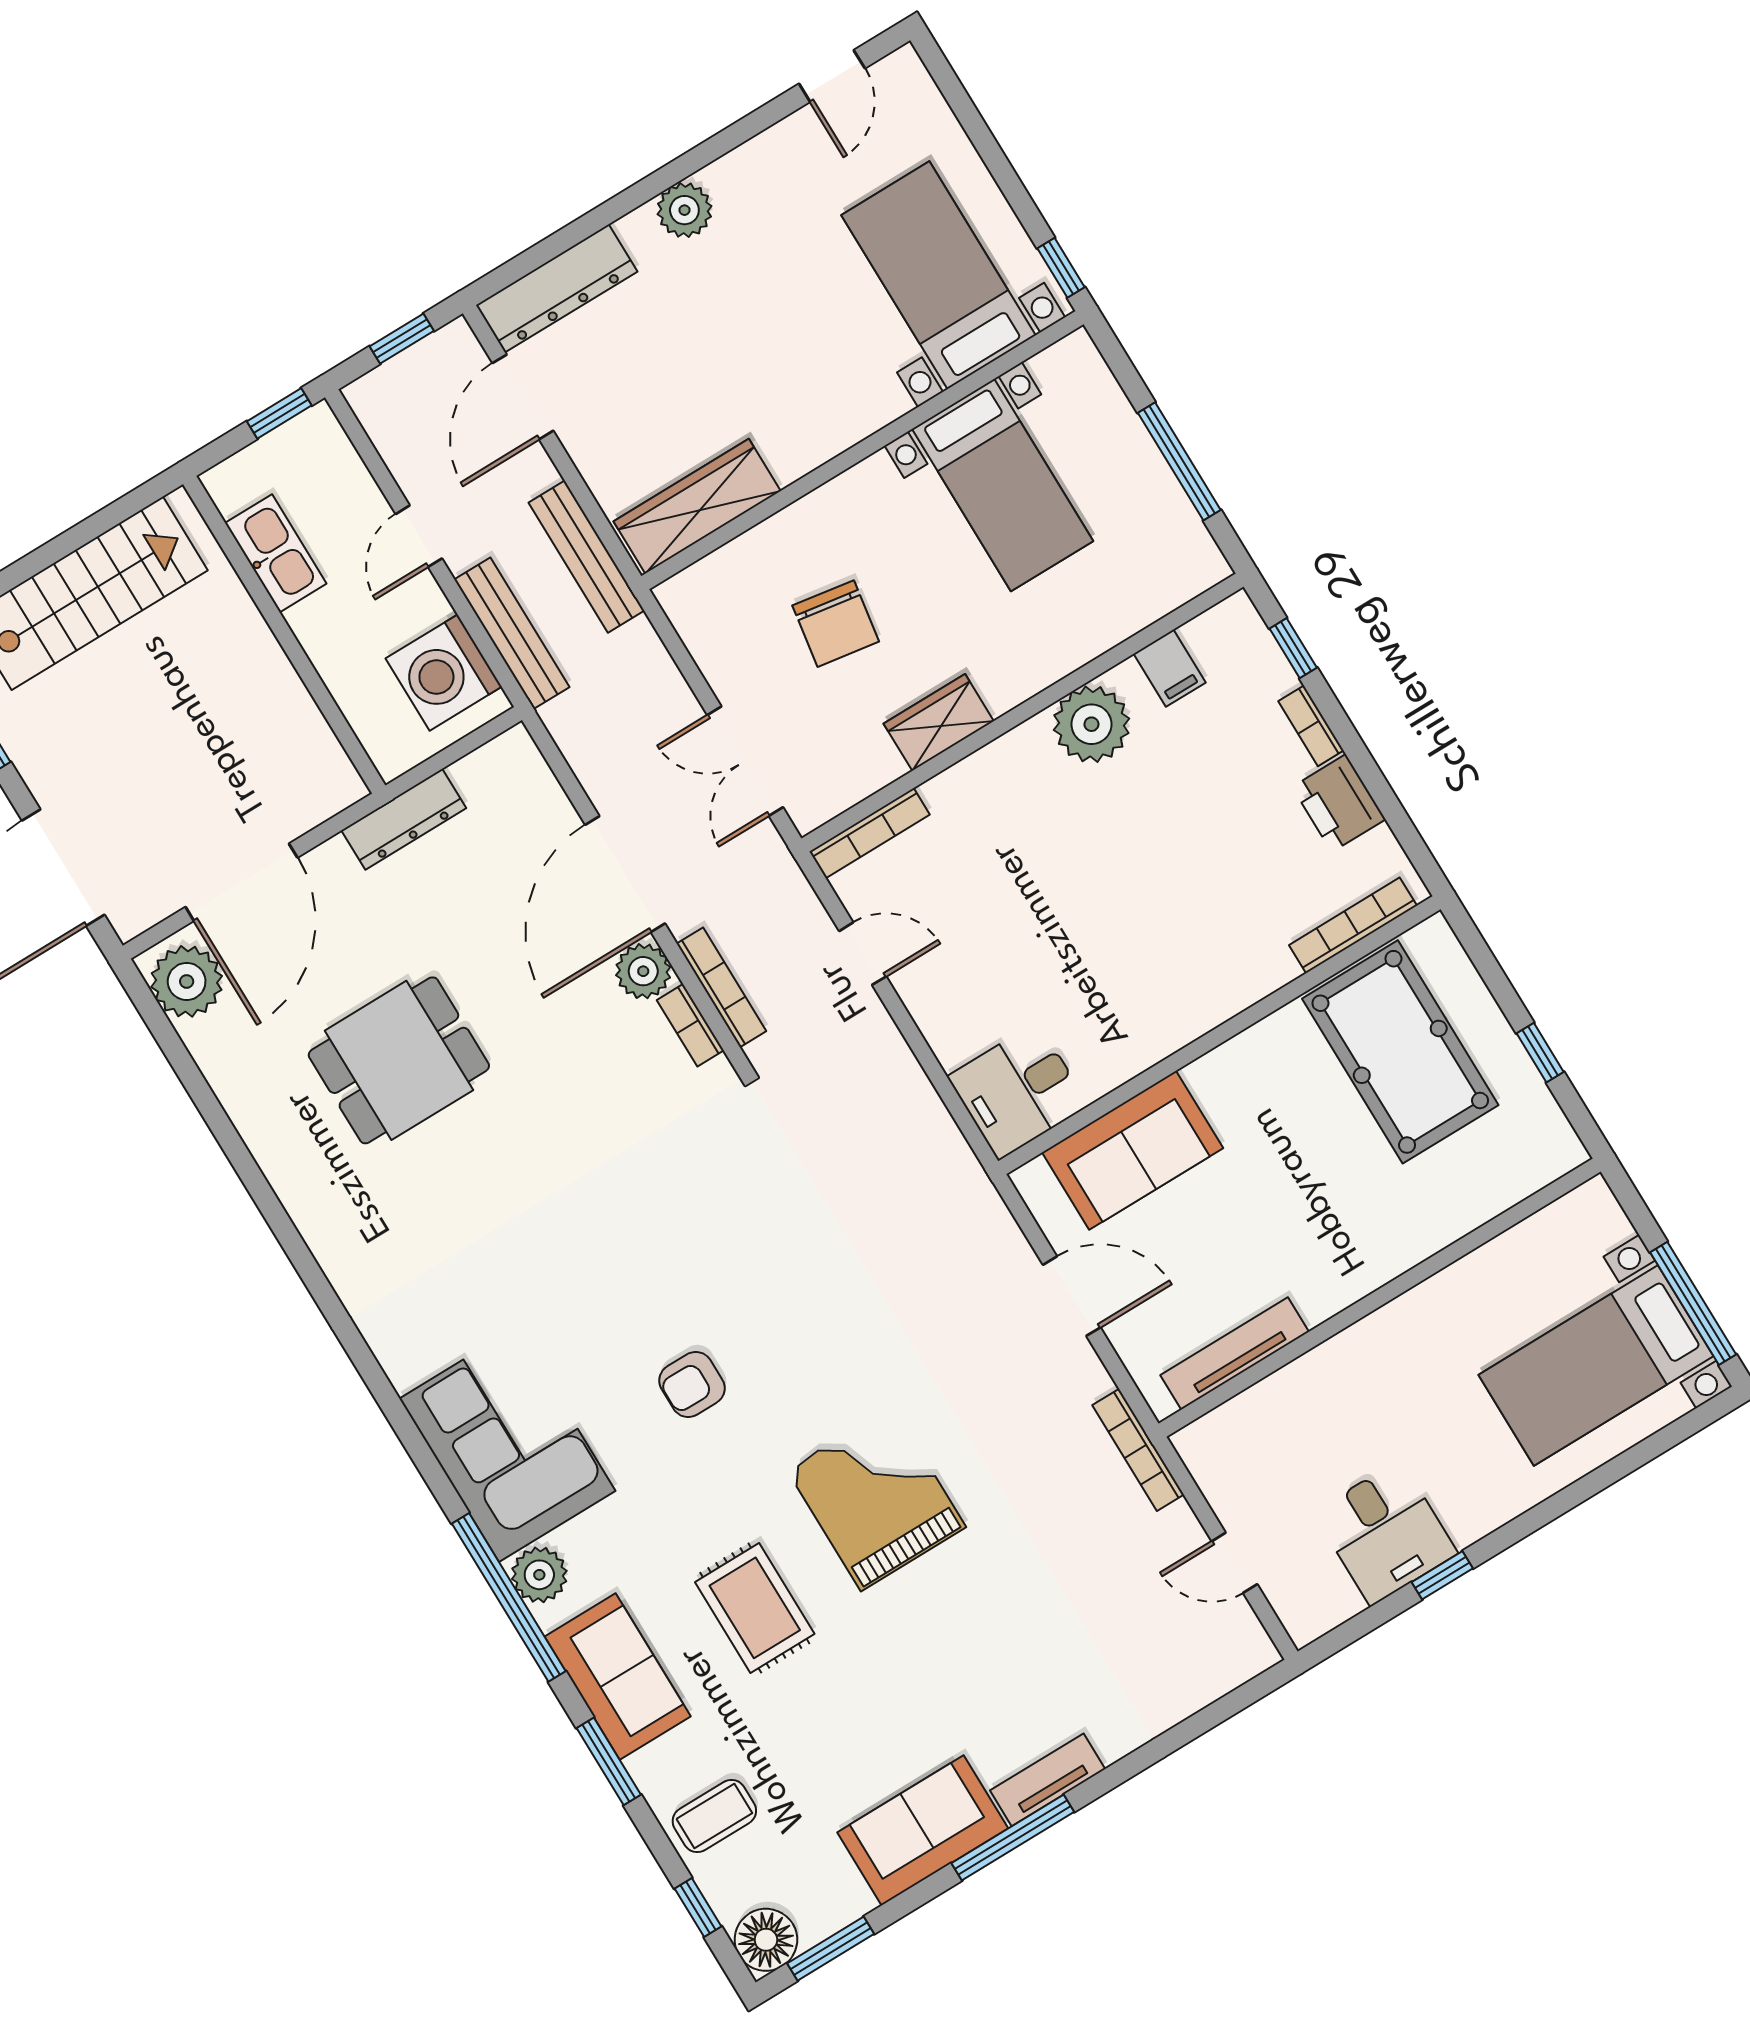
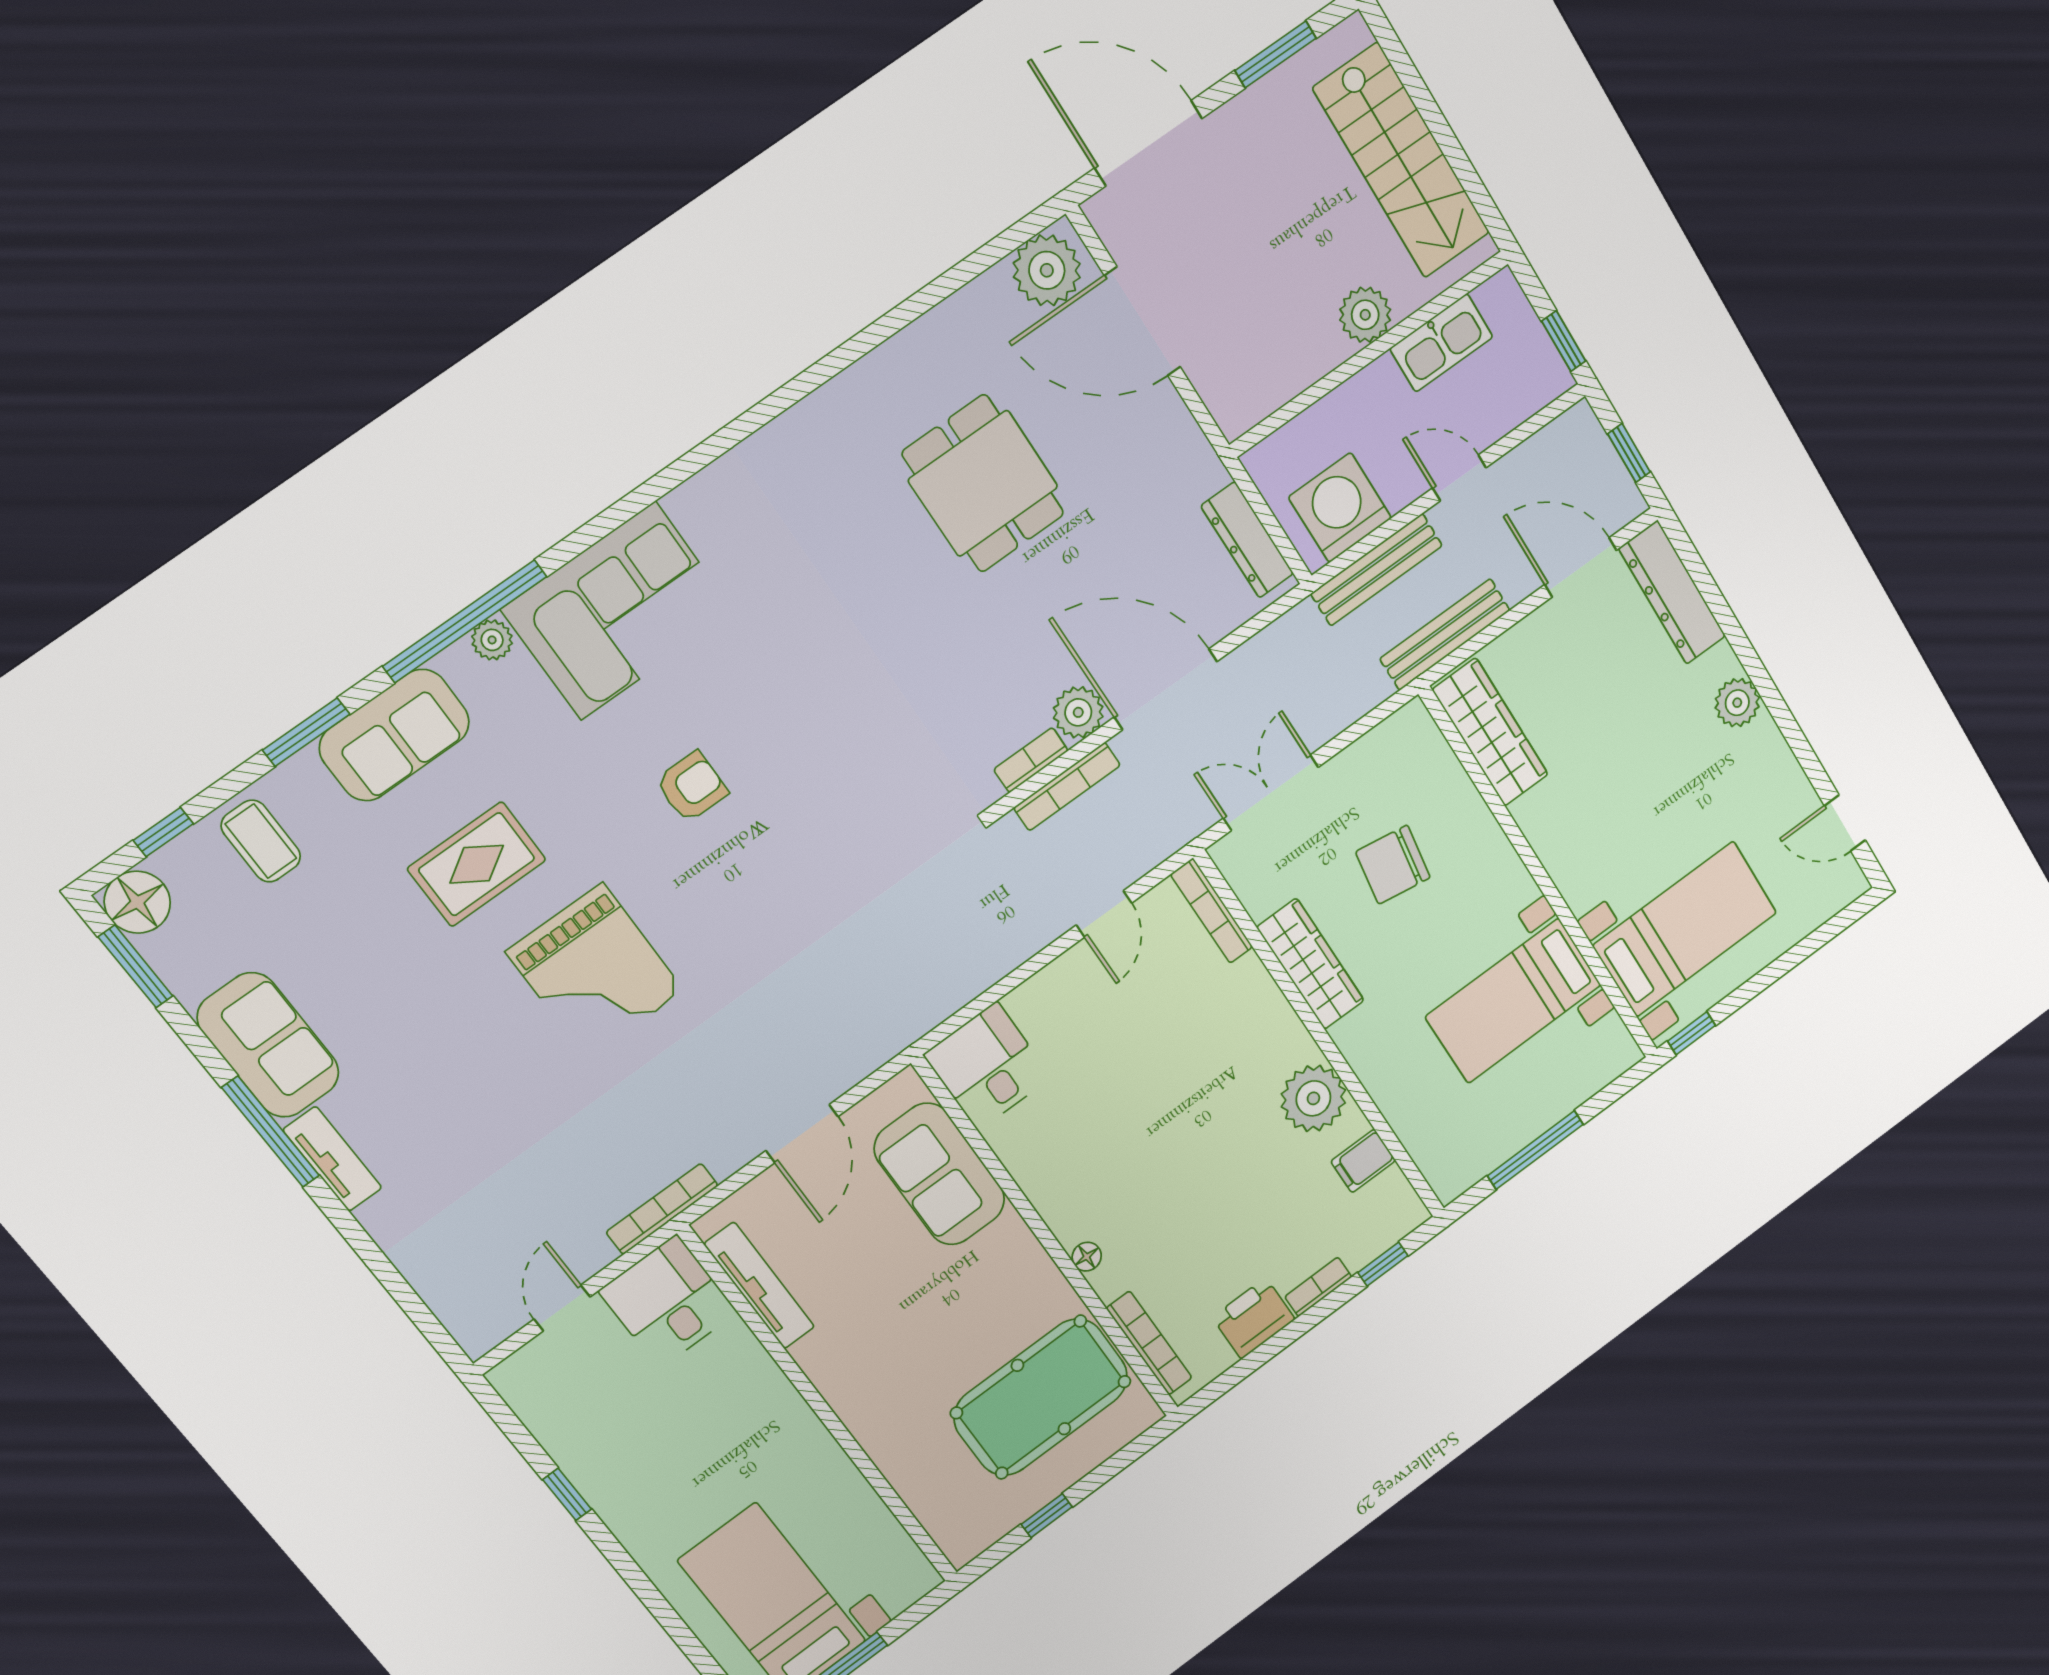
plant: (244, 638) -> (1365, 315), added
wardrobe: (939, 722) -> (1311, 964), width x1.50
dresser: (404, 819) -> (1247, 540), moved
floor lamp: (1244, 992) -> (1087, 1257), added
armchair: (692, 1384) -> (692, 787), turned 90
grand piano: (876, 1498) -> (595, 971), turned 90
desk: (1385, 1533) -> (668, 1302), moved, turned 90
plant: (539, 1575) -> (492, 640), width x0.73, depth x0.73

